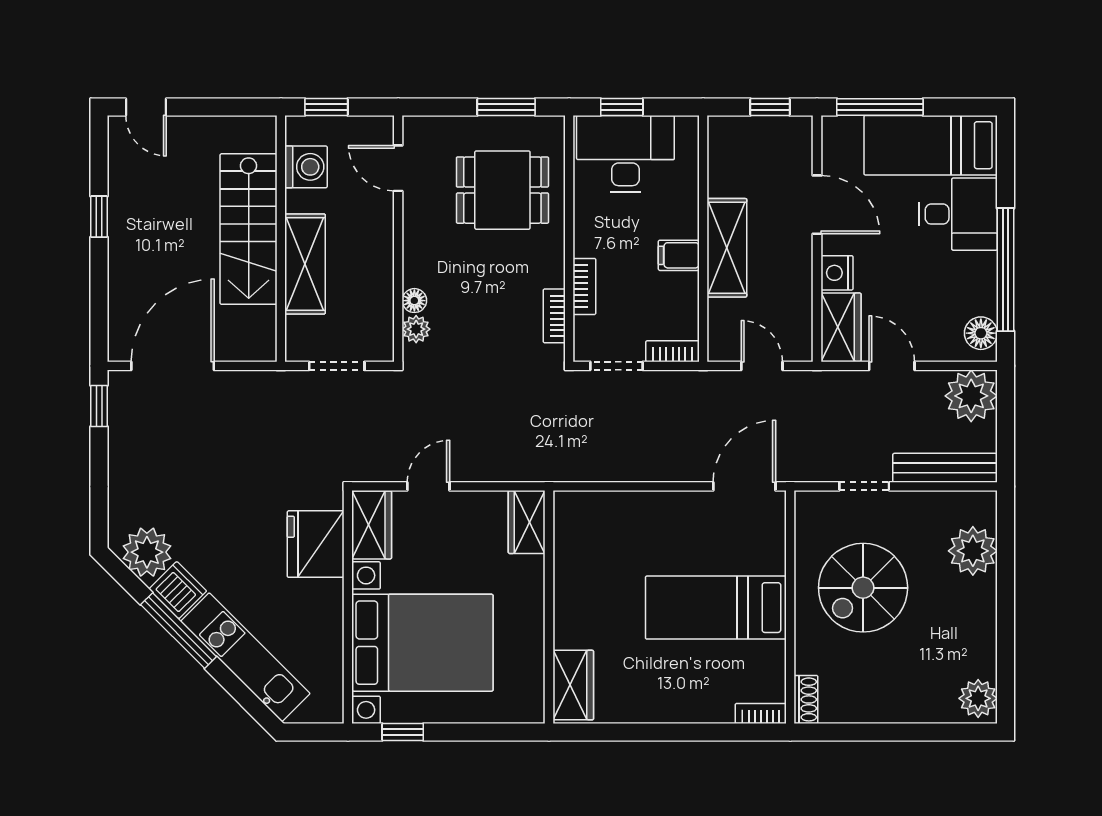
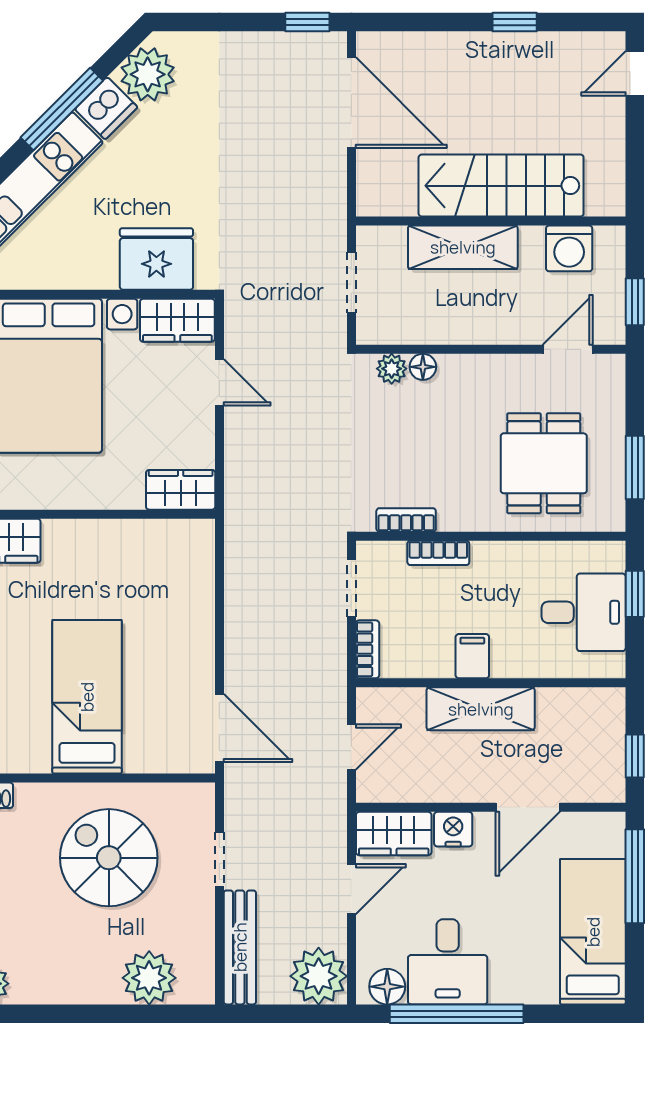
window: (326, 107) -> (635, 302), moved
desk: (625, 154) -> (584, 612), width x0.73
desk: (958, 214) -> (448, 962), moved

